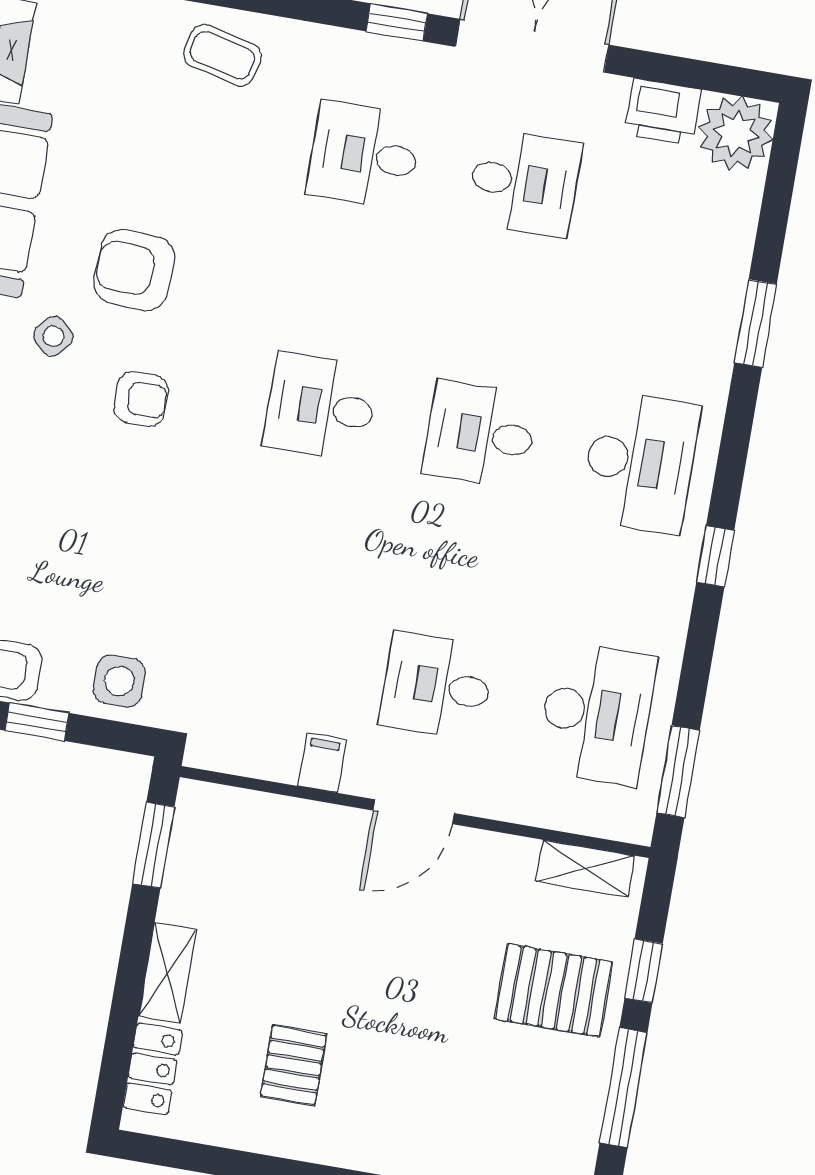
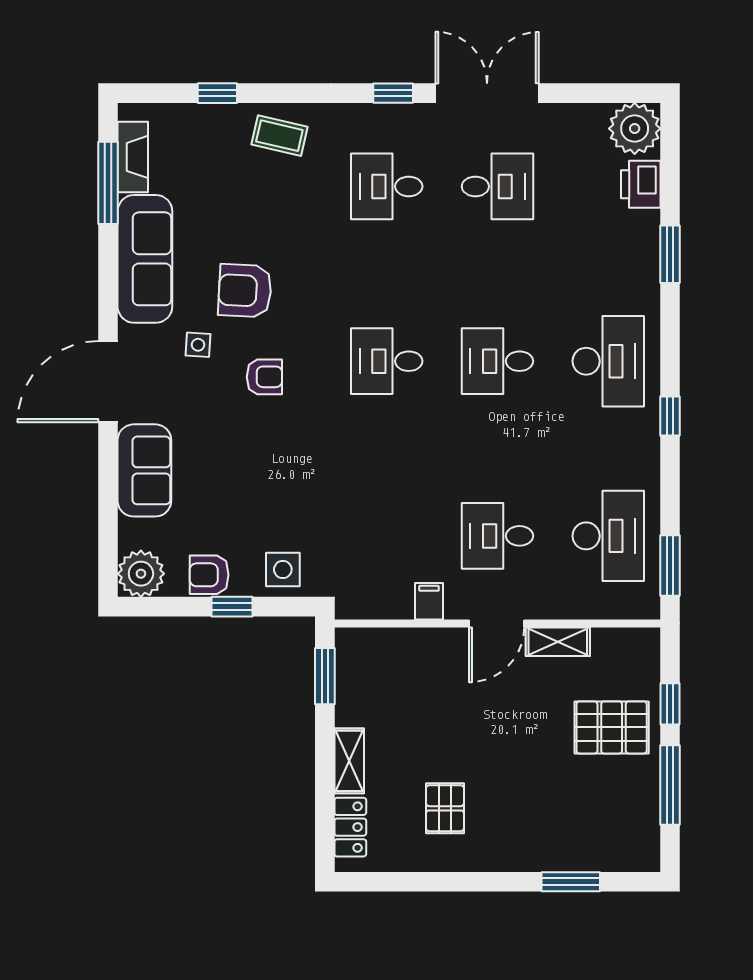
printer: (663, 112) -> (641, 184), moved, turned 90
side table: (53, 336) -> (198, 345), turned -38
shelving: (585, 868) -> (558, 642), moved

